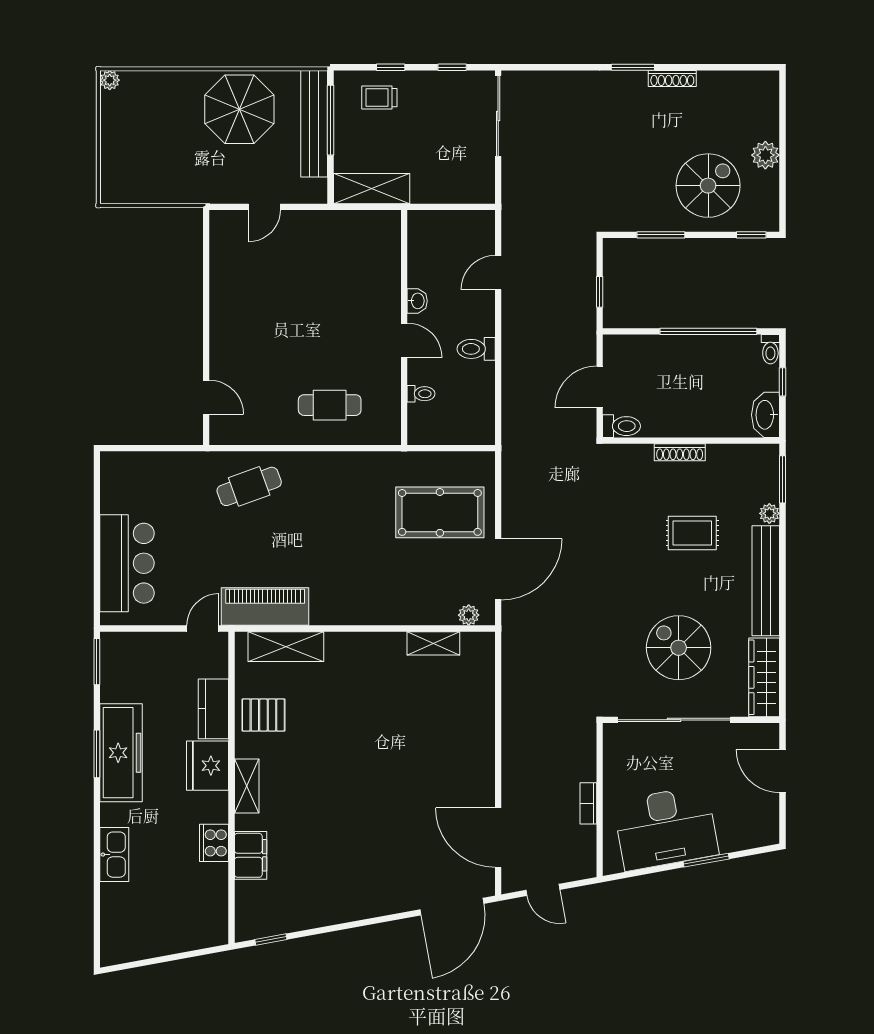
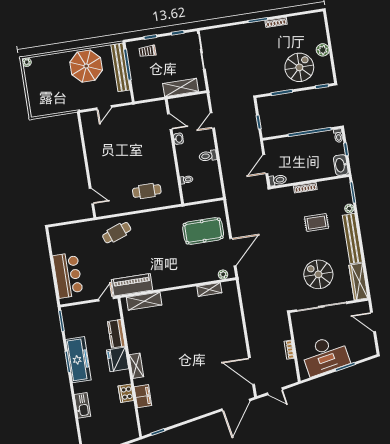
shelving: (372, 189) -> (181, 87), moved
door: (404, 340) -> (170, 122), moved
pallet: (263, 715) -> (139, 333), removed

